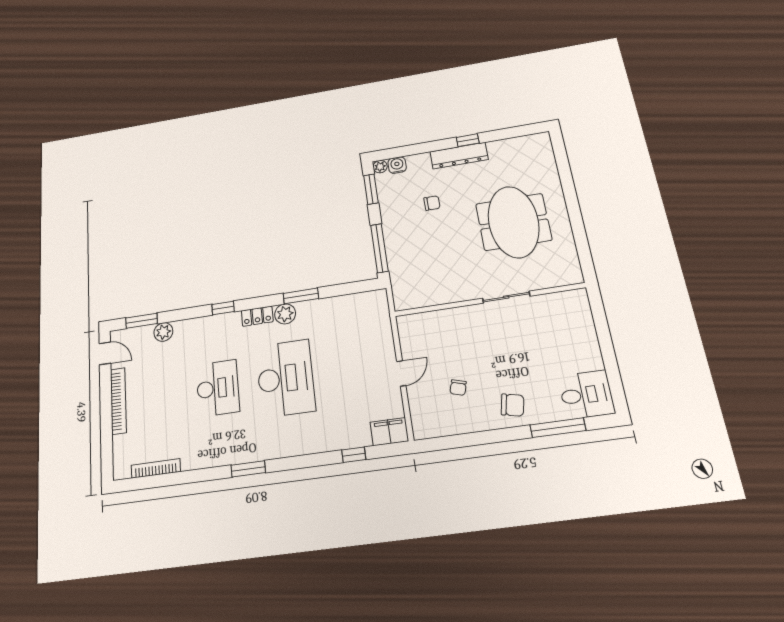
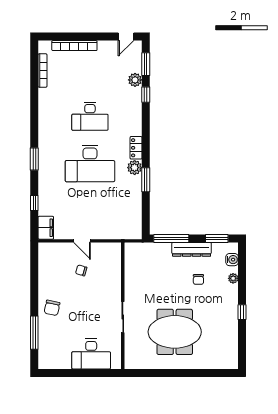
dresser: (459, 156) -> (192, 249), moved, turned -90
plant: (380, 167) -> (233, 278), moved
window: (223, 308) -> (146, 95), moved
chair: (458, 388) -> (81, 270), moved
desk: (586, 395) -> (91, 354), moved, width x1.37
bookcase: (118, 401) -> (74, 46), moved
window: (248, 469) -> (34, 159), moved

